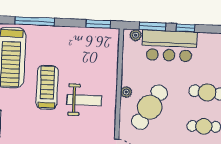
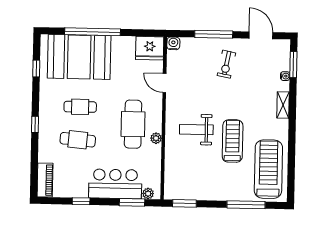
window: (185, 28) -> (81, 201), moved
treadmill: (47, 87) -> (233, 141), turned 180
cafe table: (150, 107) -> (133, 124), turned -31

